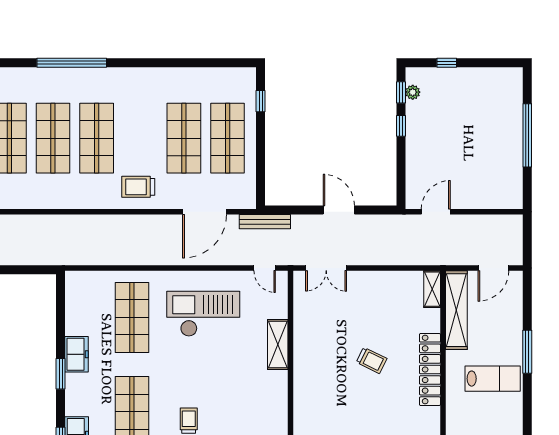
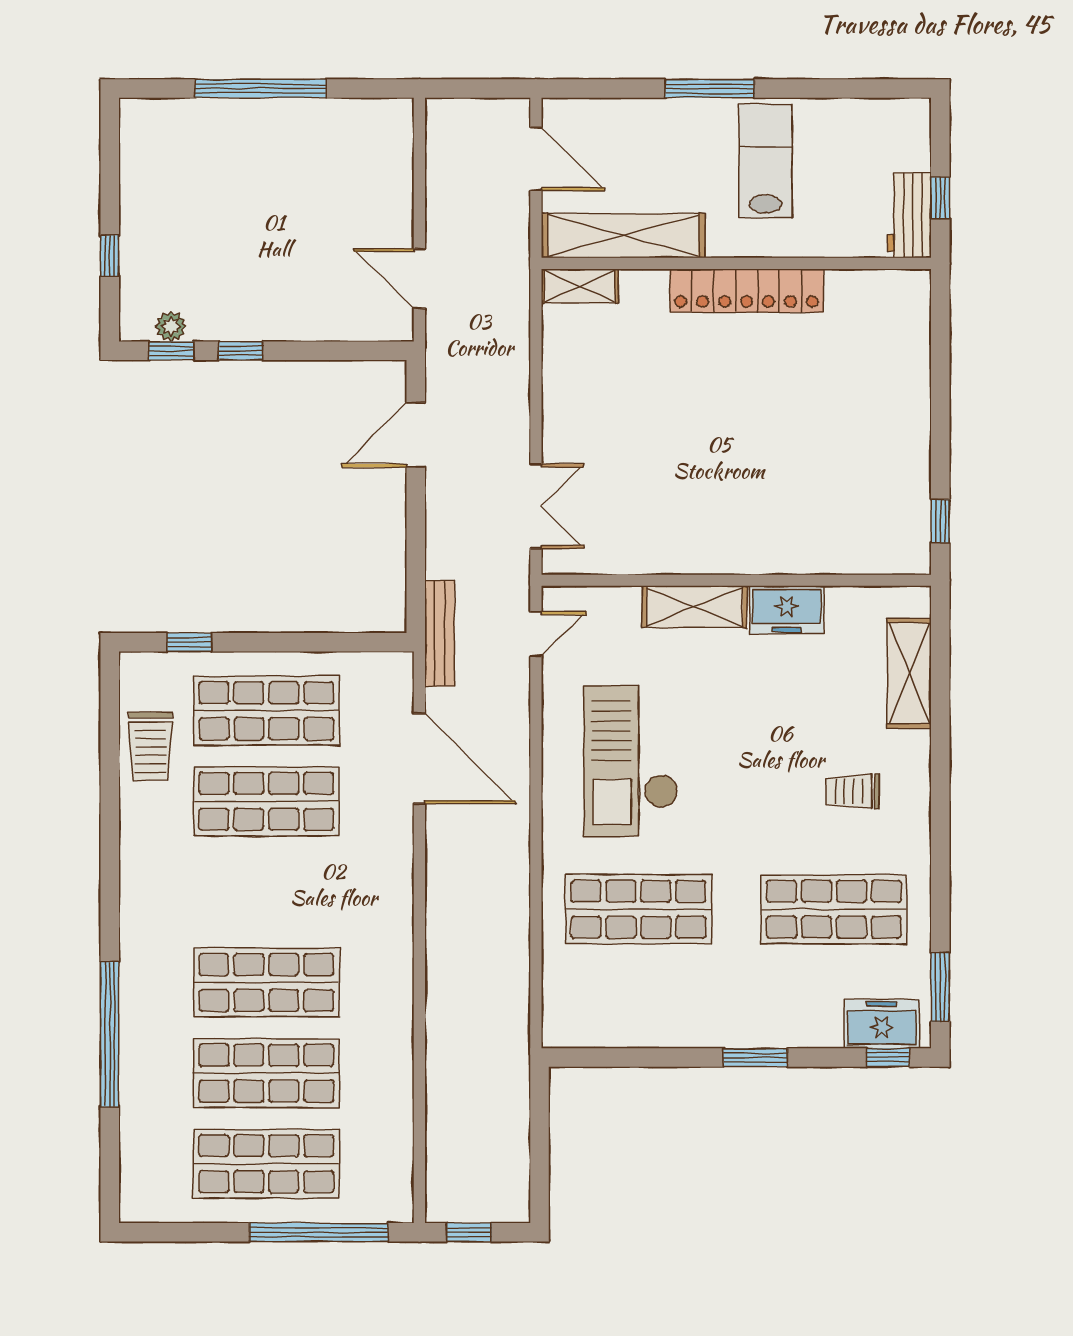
trolley: (138, 187) -> (151, 746), moved
door: (339, 210) -> (416, 435), moved
freezer: (77, 354) -> (787, 610), moved, turned 180
trolley: (372, 360) -> (728, 412), removed

